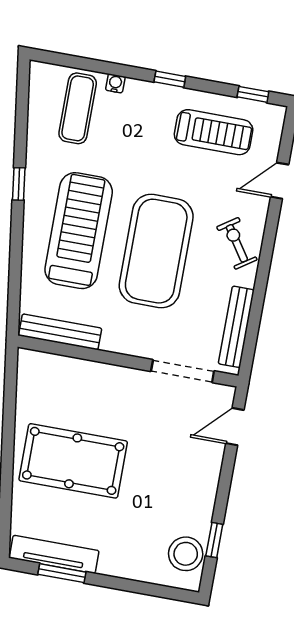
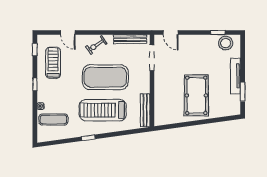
tv unit: (54, 554) -> (236, 76), moved

